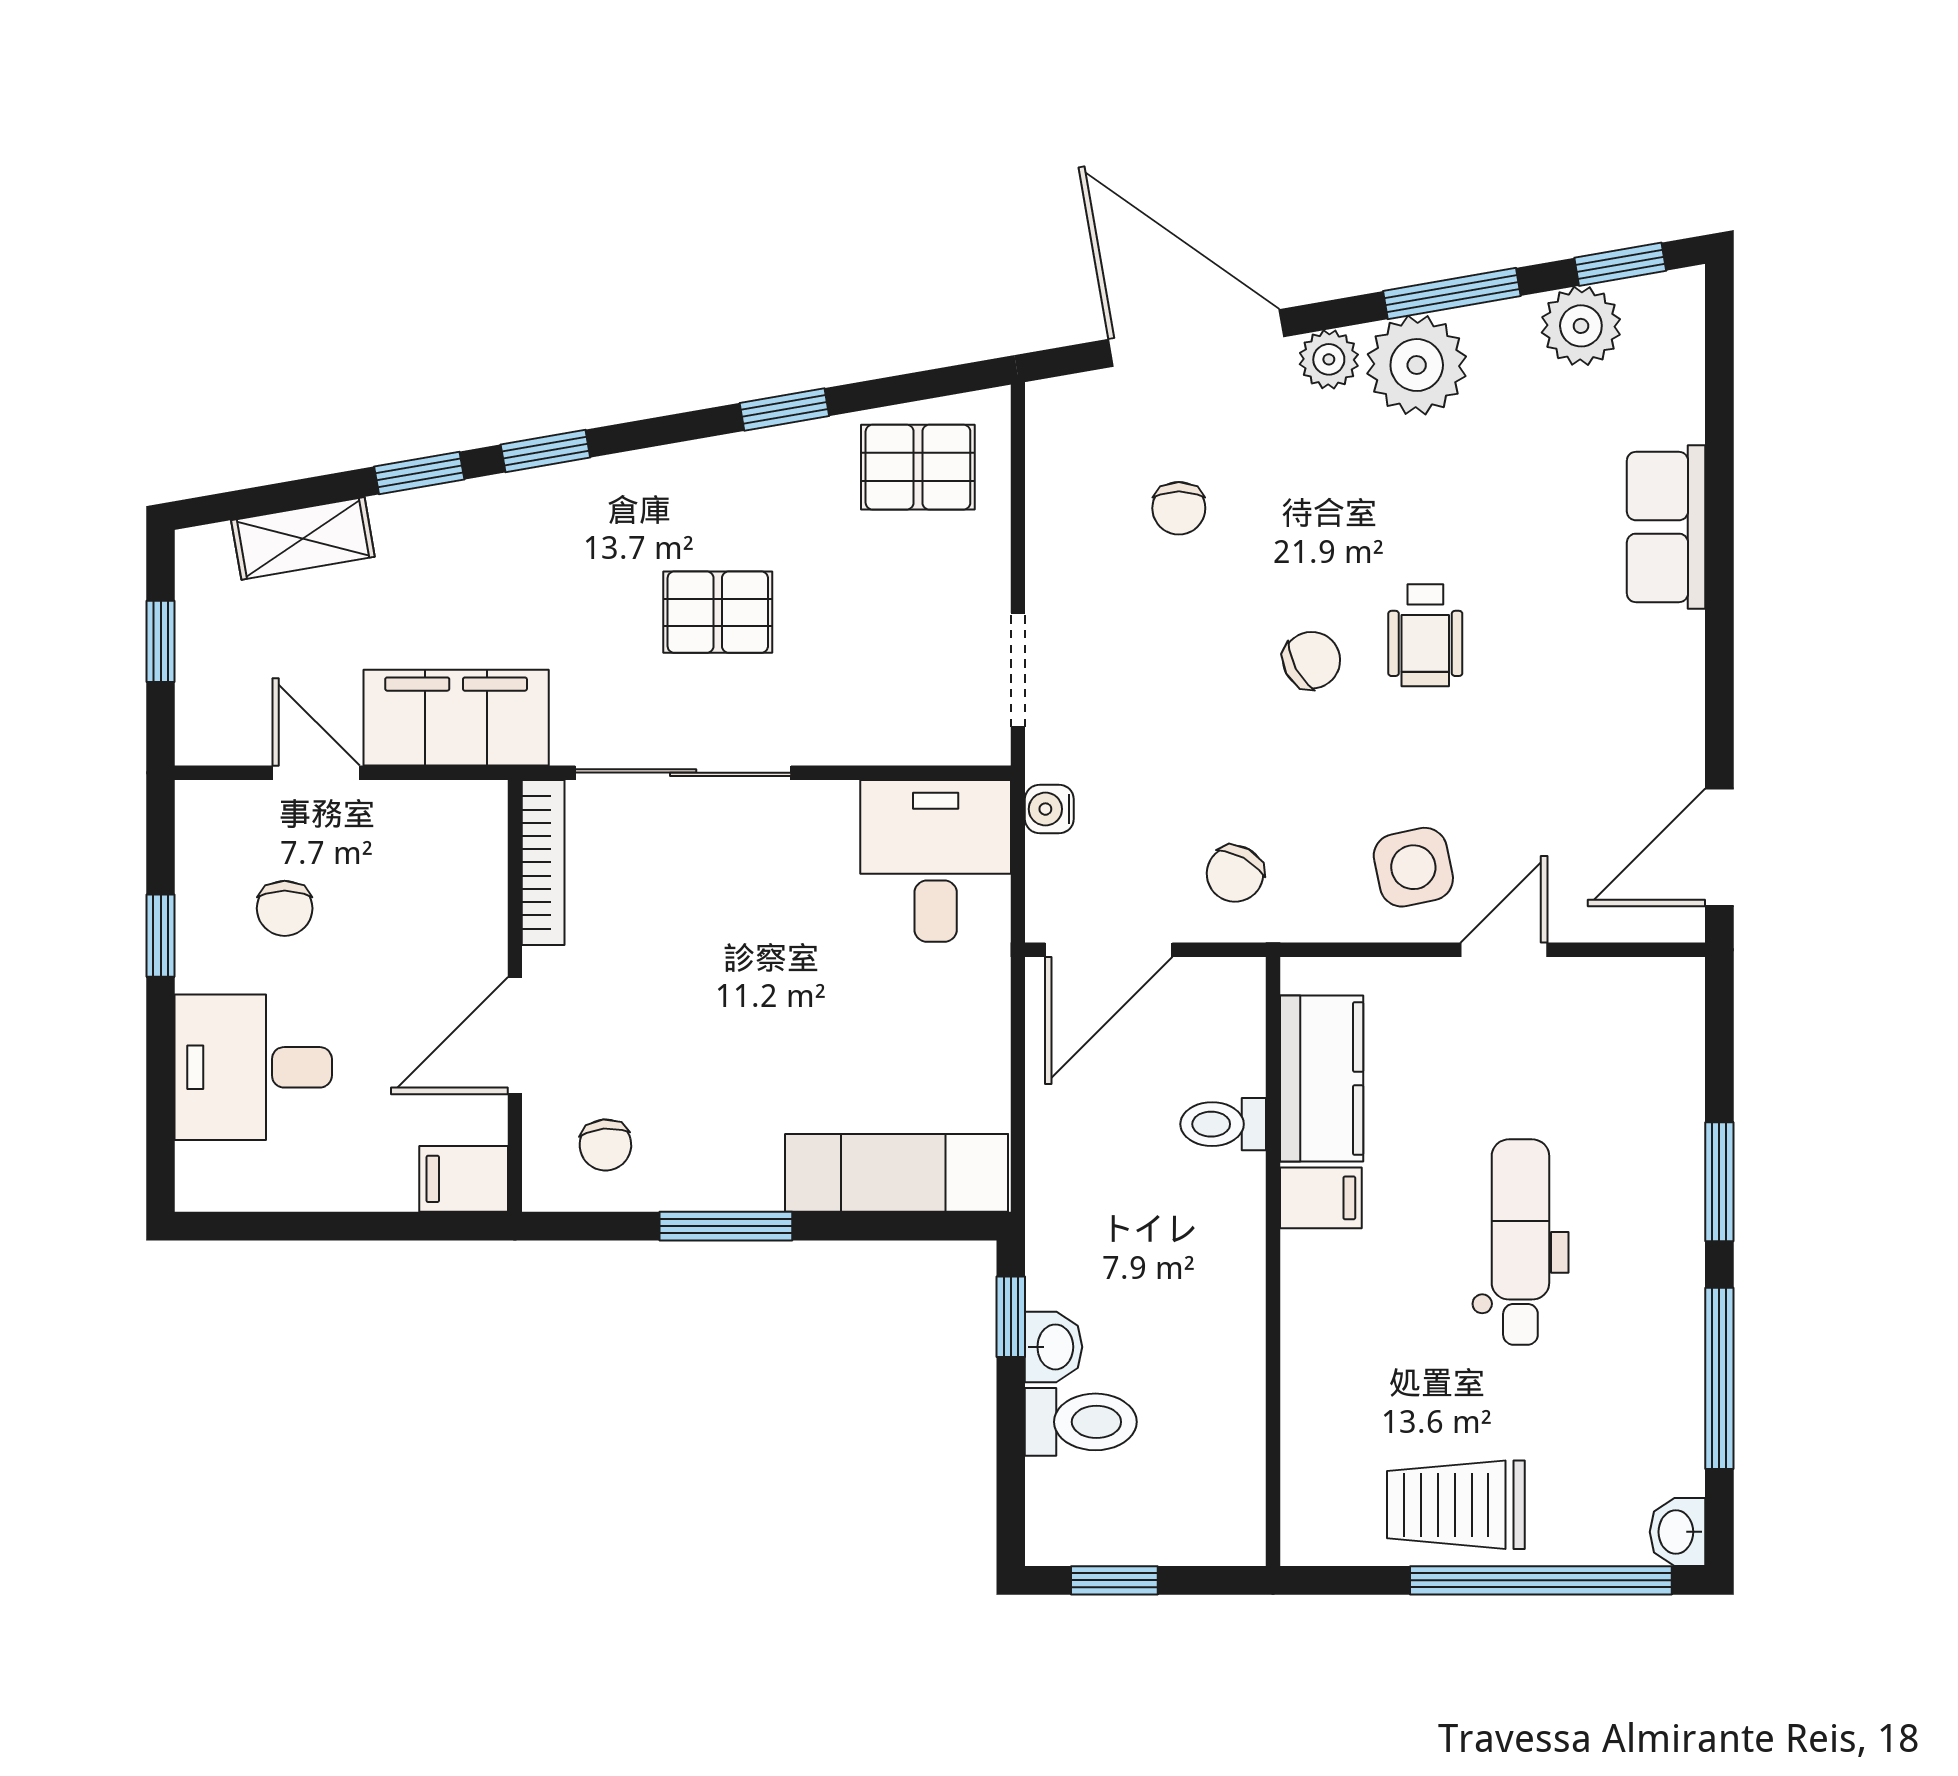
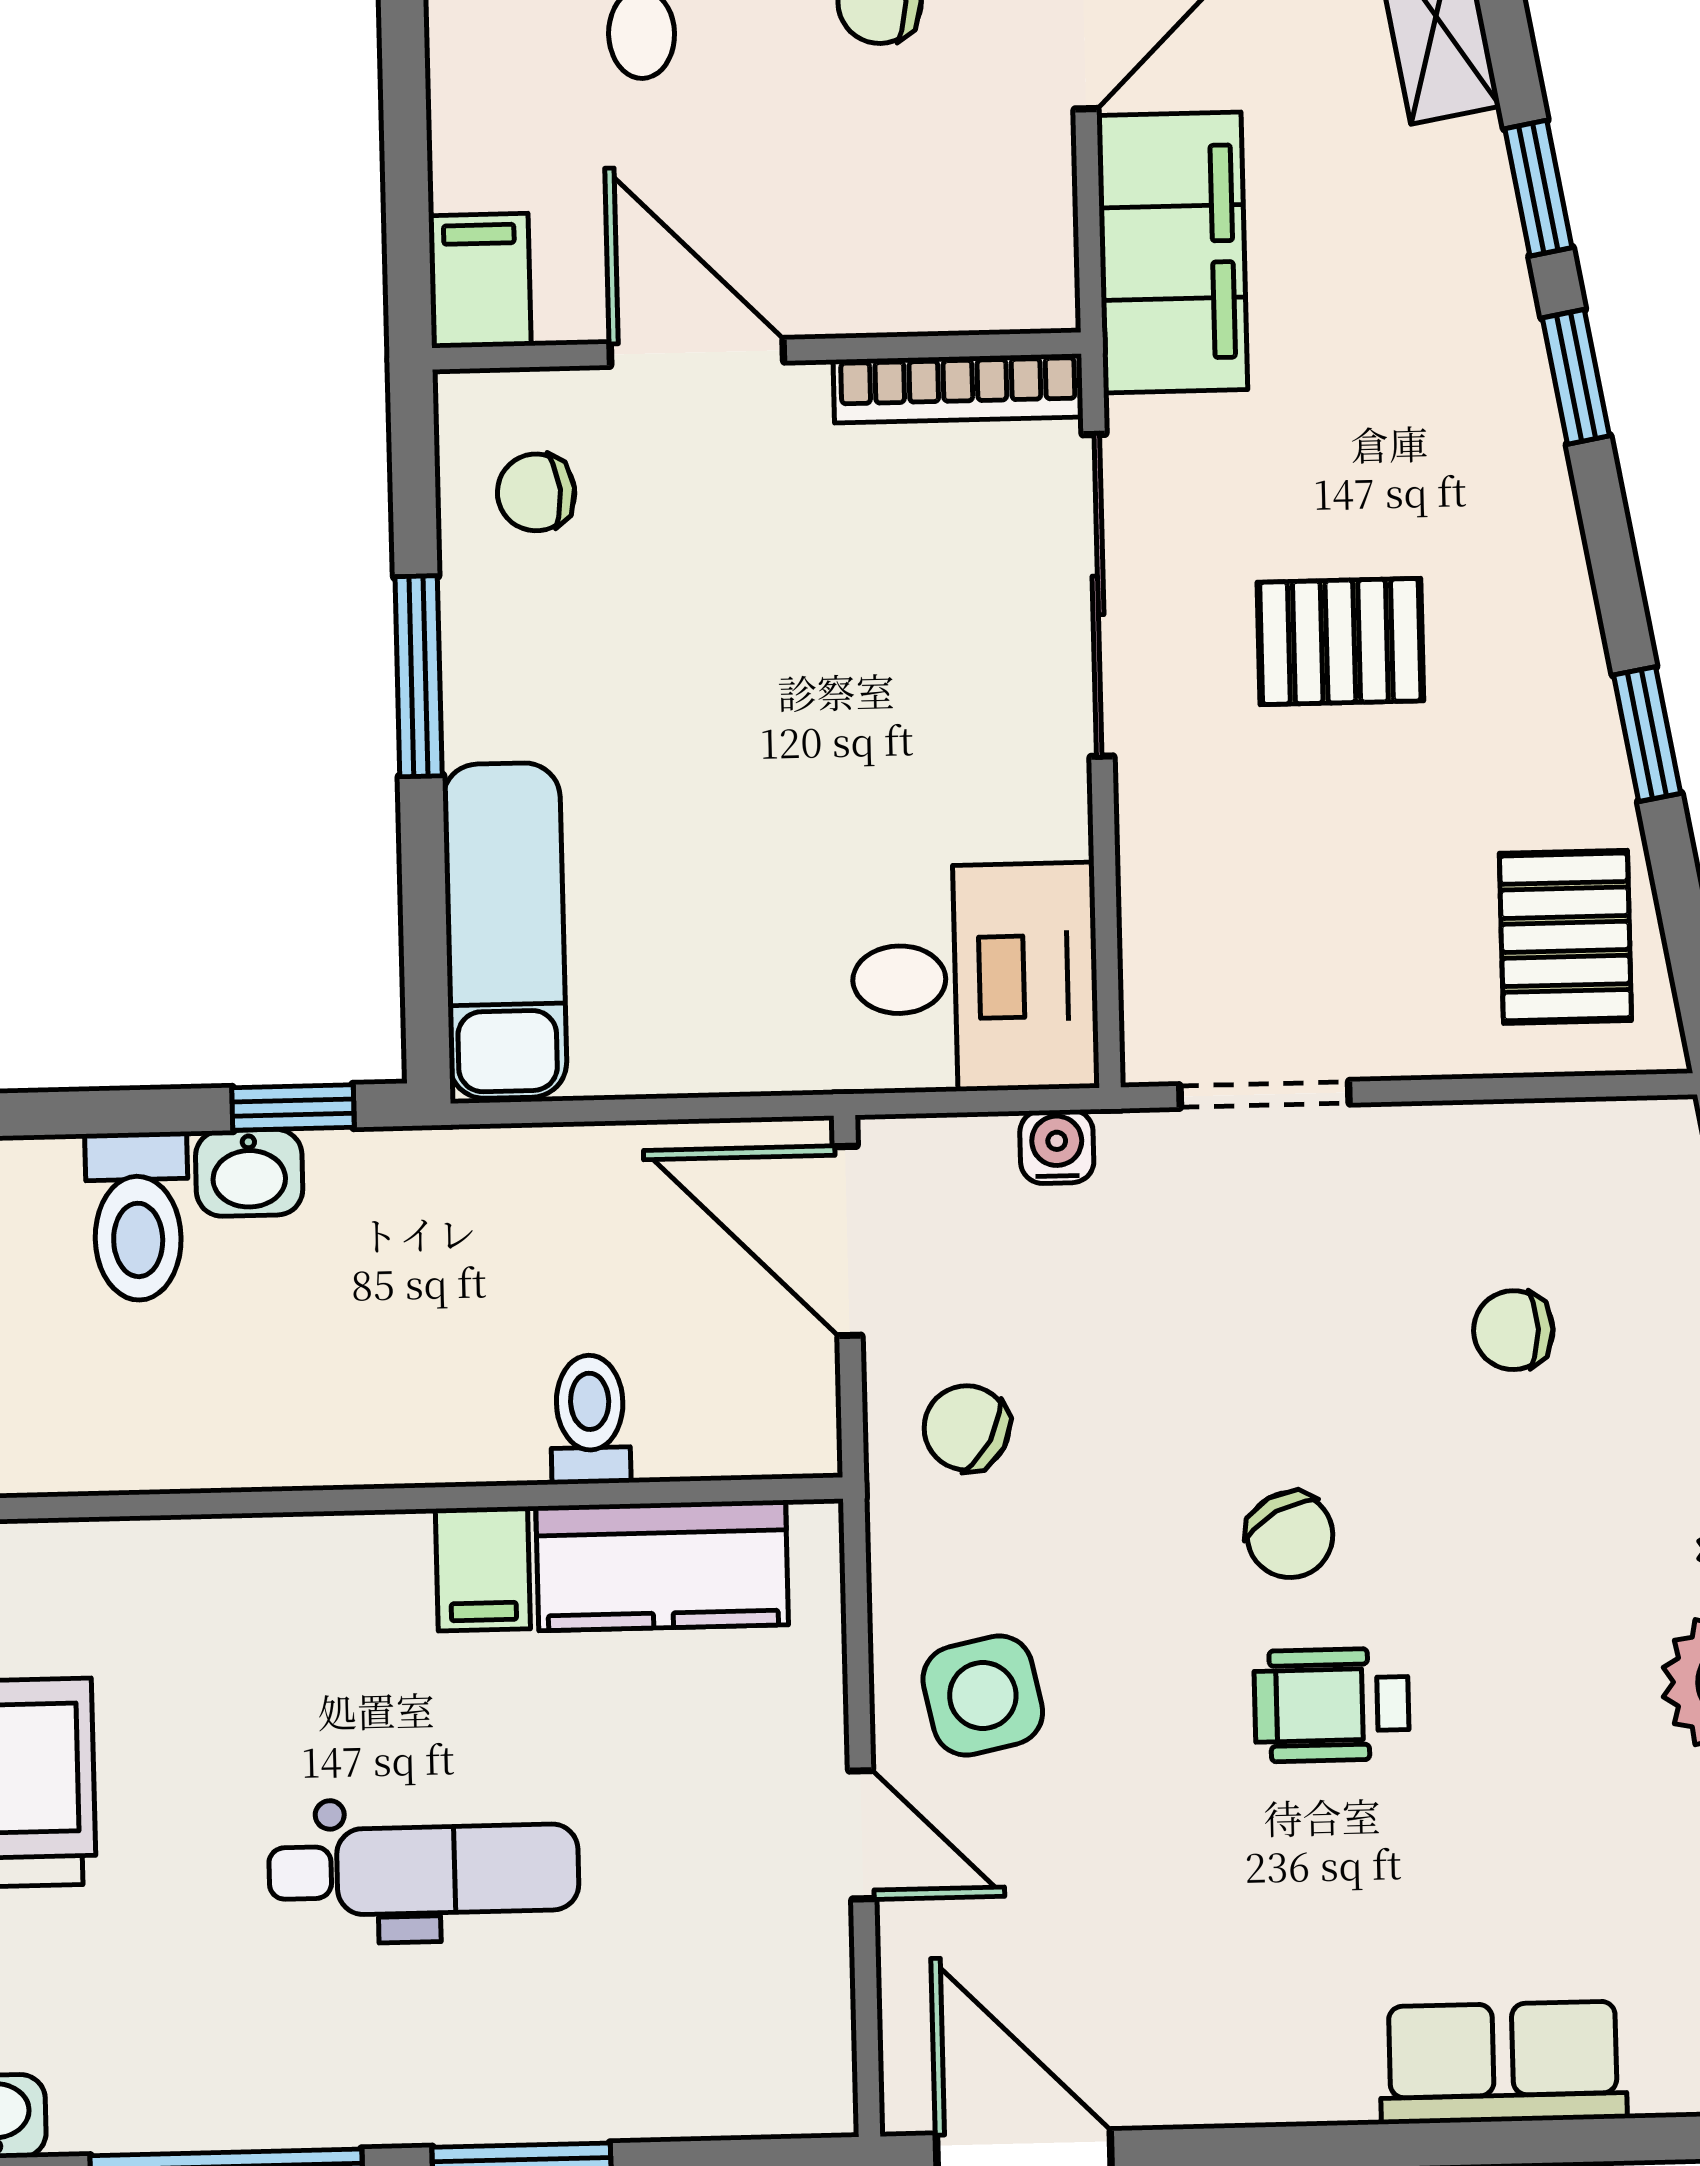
pallet: (718, 612) -> (1340, 642), turned 90

